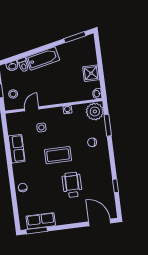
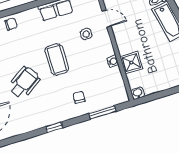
shower: (91, 73) -> (131, 63), moved
plant: (95, 111) -> (116, 94), removed
wheelchair: (72, 185) -> (24, 82), turned -34
window: (116, 186) -> (54, 127), moved

